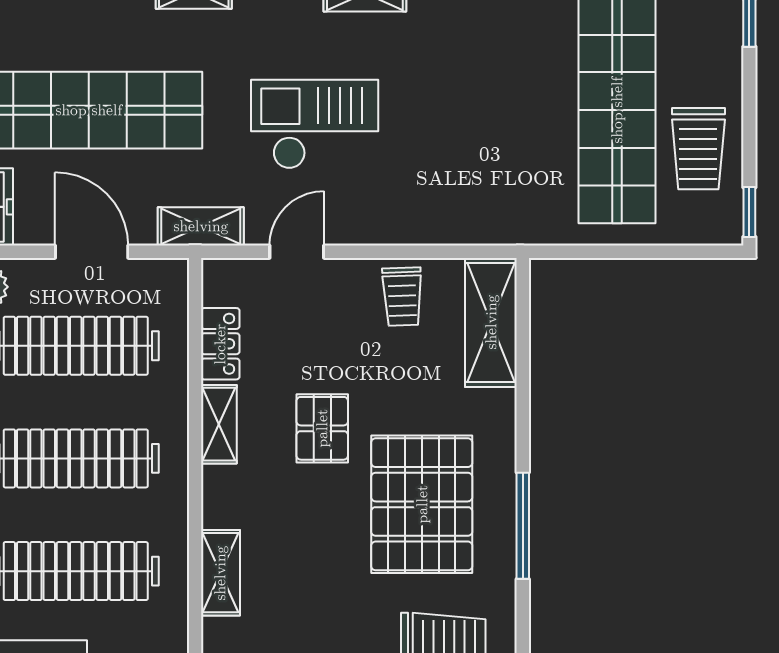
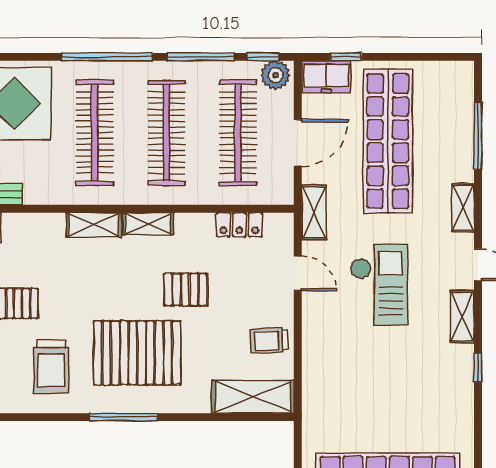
shelving: (219, 424) -> (148, 224), moved

